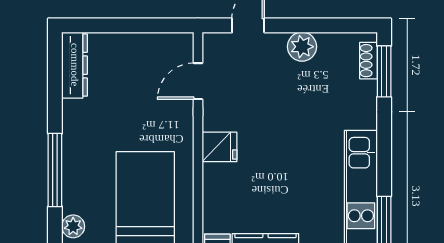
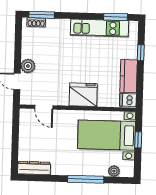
plant: (302, 47) -> (28, 66), moved
fridge: (219, 147) -> (83, 95), width x1.88, depth x1.34

